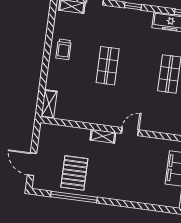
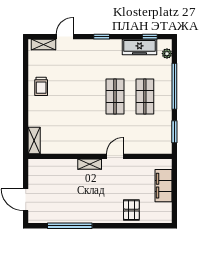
shop shelf: (108, 66) -> (115, 96), moved
pallet: (74, 173) -> (131, 210), moved, width x0.67, depth x0.71

